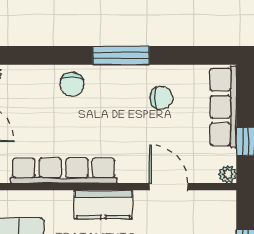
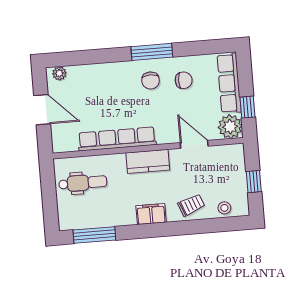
chair: (72, 84) -> (151, 81), moved
plant: (227, 174) -> (230, 127), width x1.88, depth x1.88

